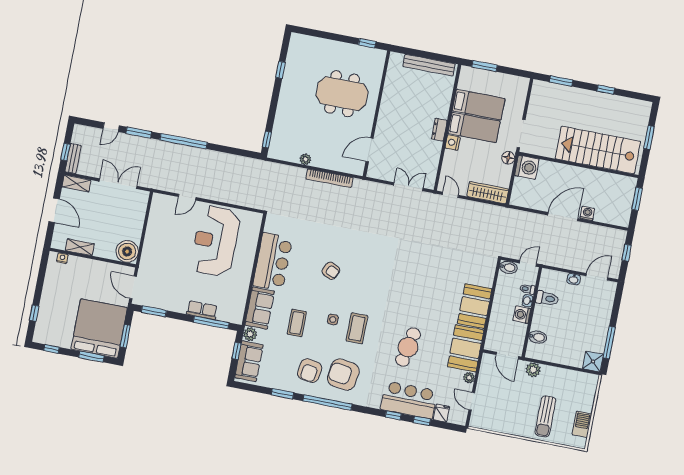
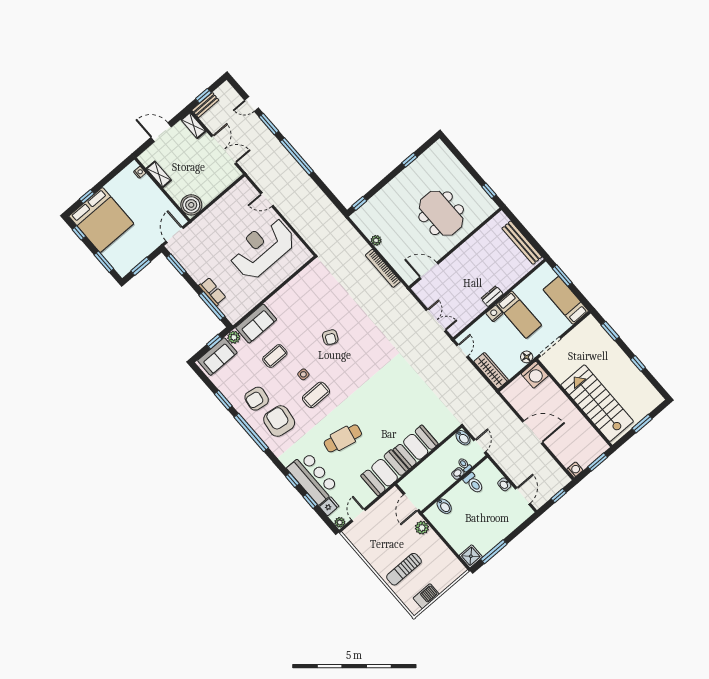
bed: (479, 105) -> (566, 300), moved, turned 180
door: (54, 210) -> (161, 132), swing flipped
washing machine: (587, 213) -> (575, 470), moved
bar counter: (273, 262) -> (293, 297), removed
door: (528, 263) -> (480, 446), hinge flipped
door: (597, 277) -> (523, 496), hinge flipped
washing machine: (522, 315) -> (446, 480), removed
bed: (99, 329) -> (101, 220), moved, turned 90
plant: (469, 378) -> (340, 522), moved

